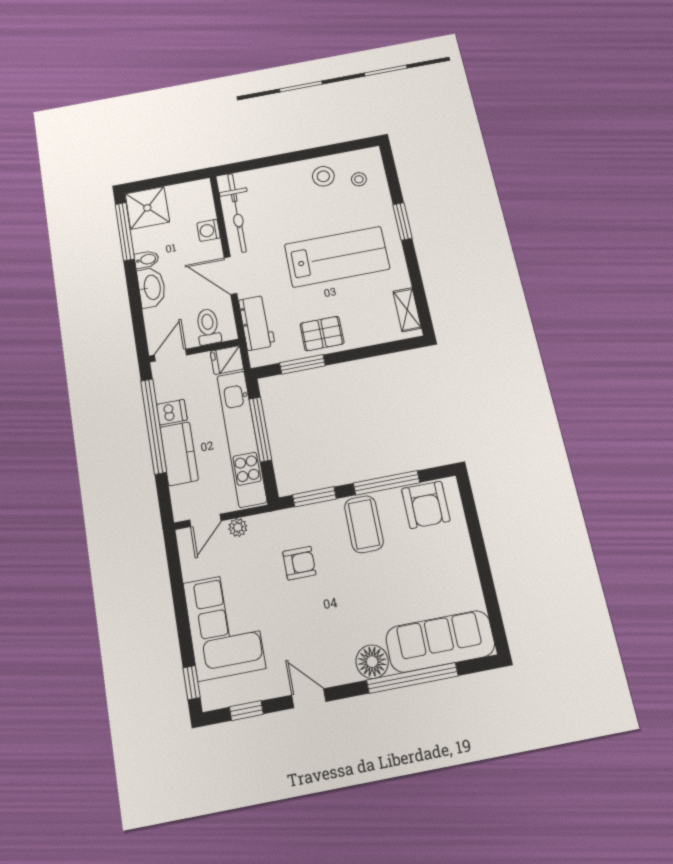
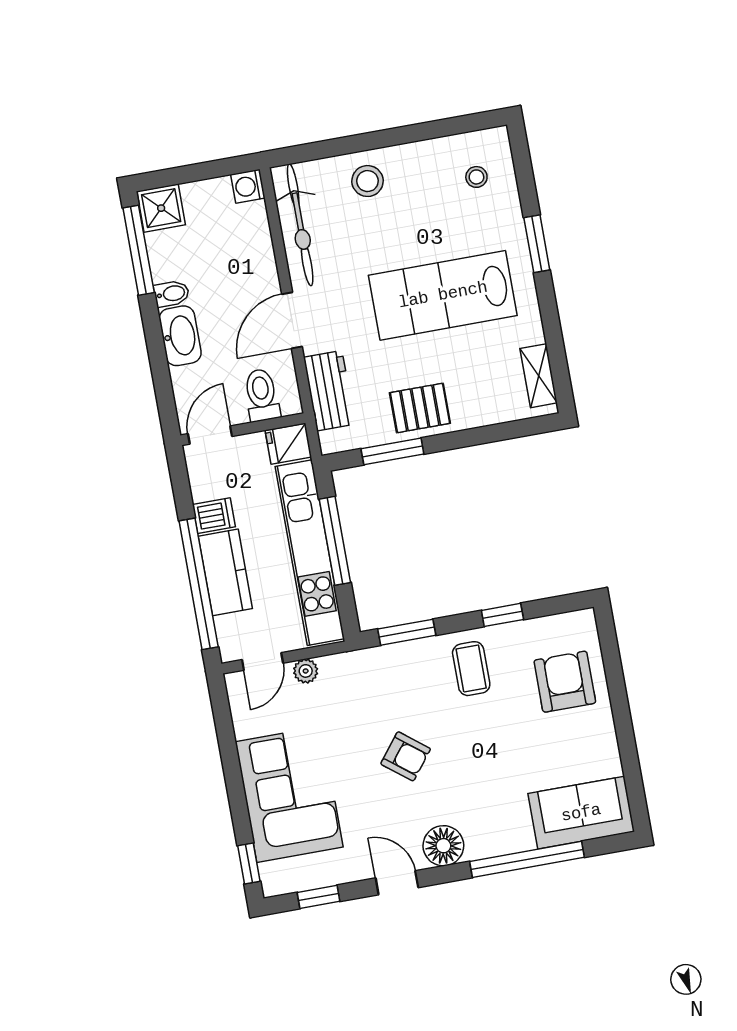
stool: (323, 176) -> (367, 181), moved
shower: (147, 208) -> (161, 208), width x0.73, depth x0.73
washing machine: (209, 230) -> (248, 186), moved
lab bench: (337, 257) -> (443, 295), turned 180
door: (231, 276) -> (292, 320), hinge flipped
window: (154, 426) -> (199, 584), moved
window: (387, 483) -> (502, 615), width x0.46
armchair: (426, 505) -> (565, 682), moved, turned 180
coffee table: (364, 524) -> (471, 669), width x0.73, depth x0.77
armchair: (299, 563) -> (406, 756), moved, turned 38
sofa: (440, 641) -> (581, 813), width x0.73
floor lamp: (372, 662) -> (443, 846), moved

